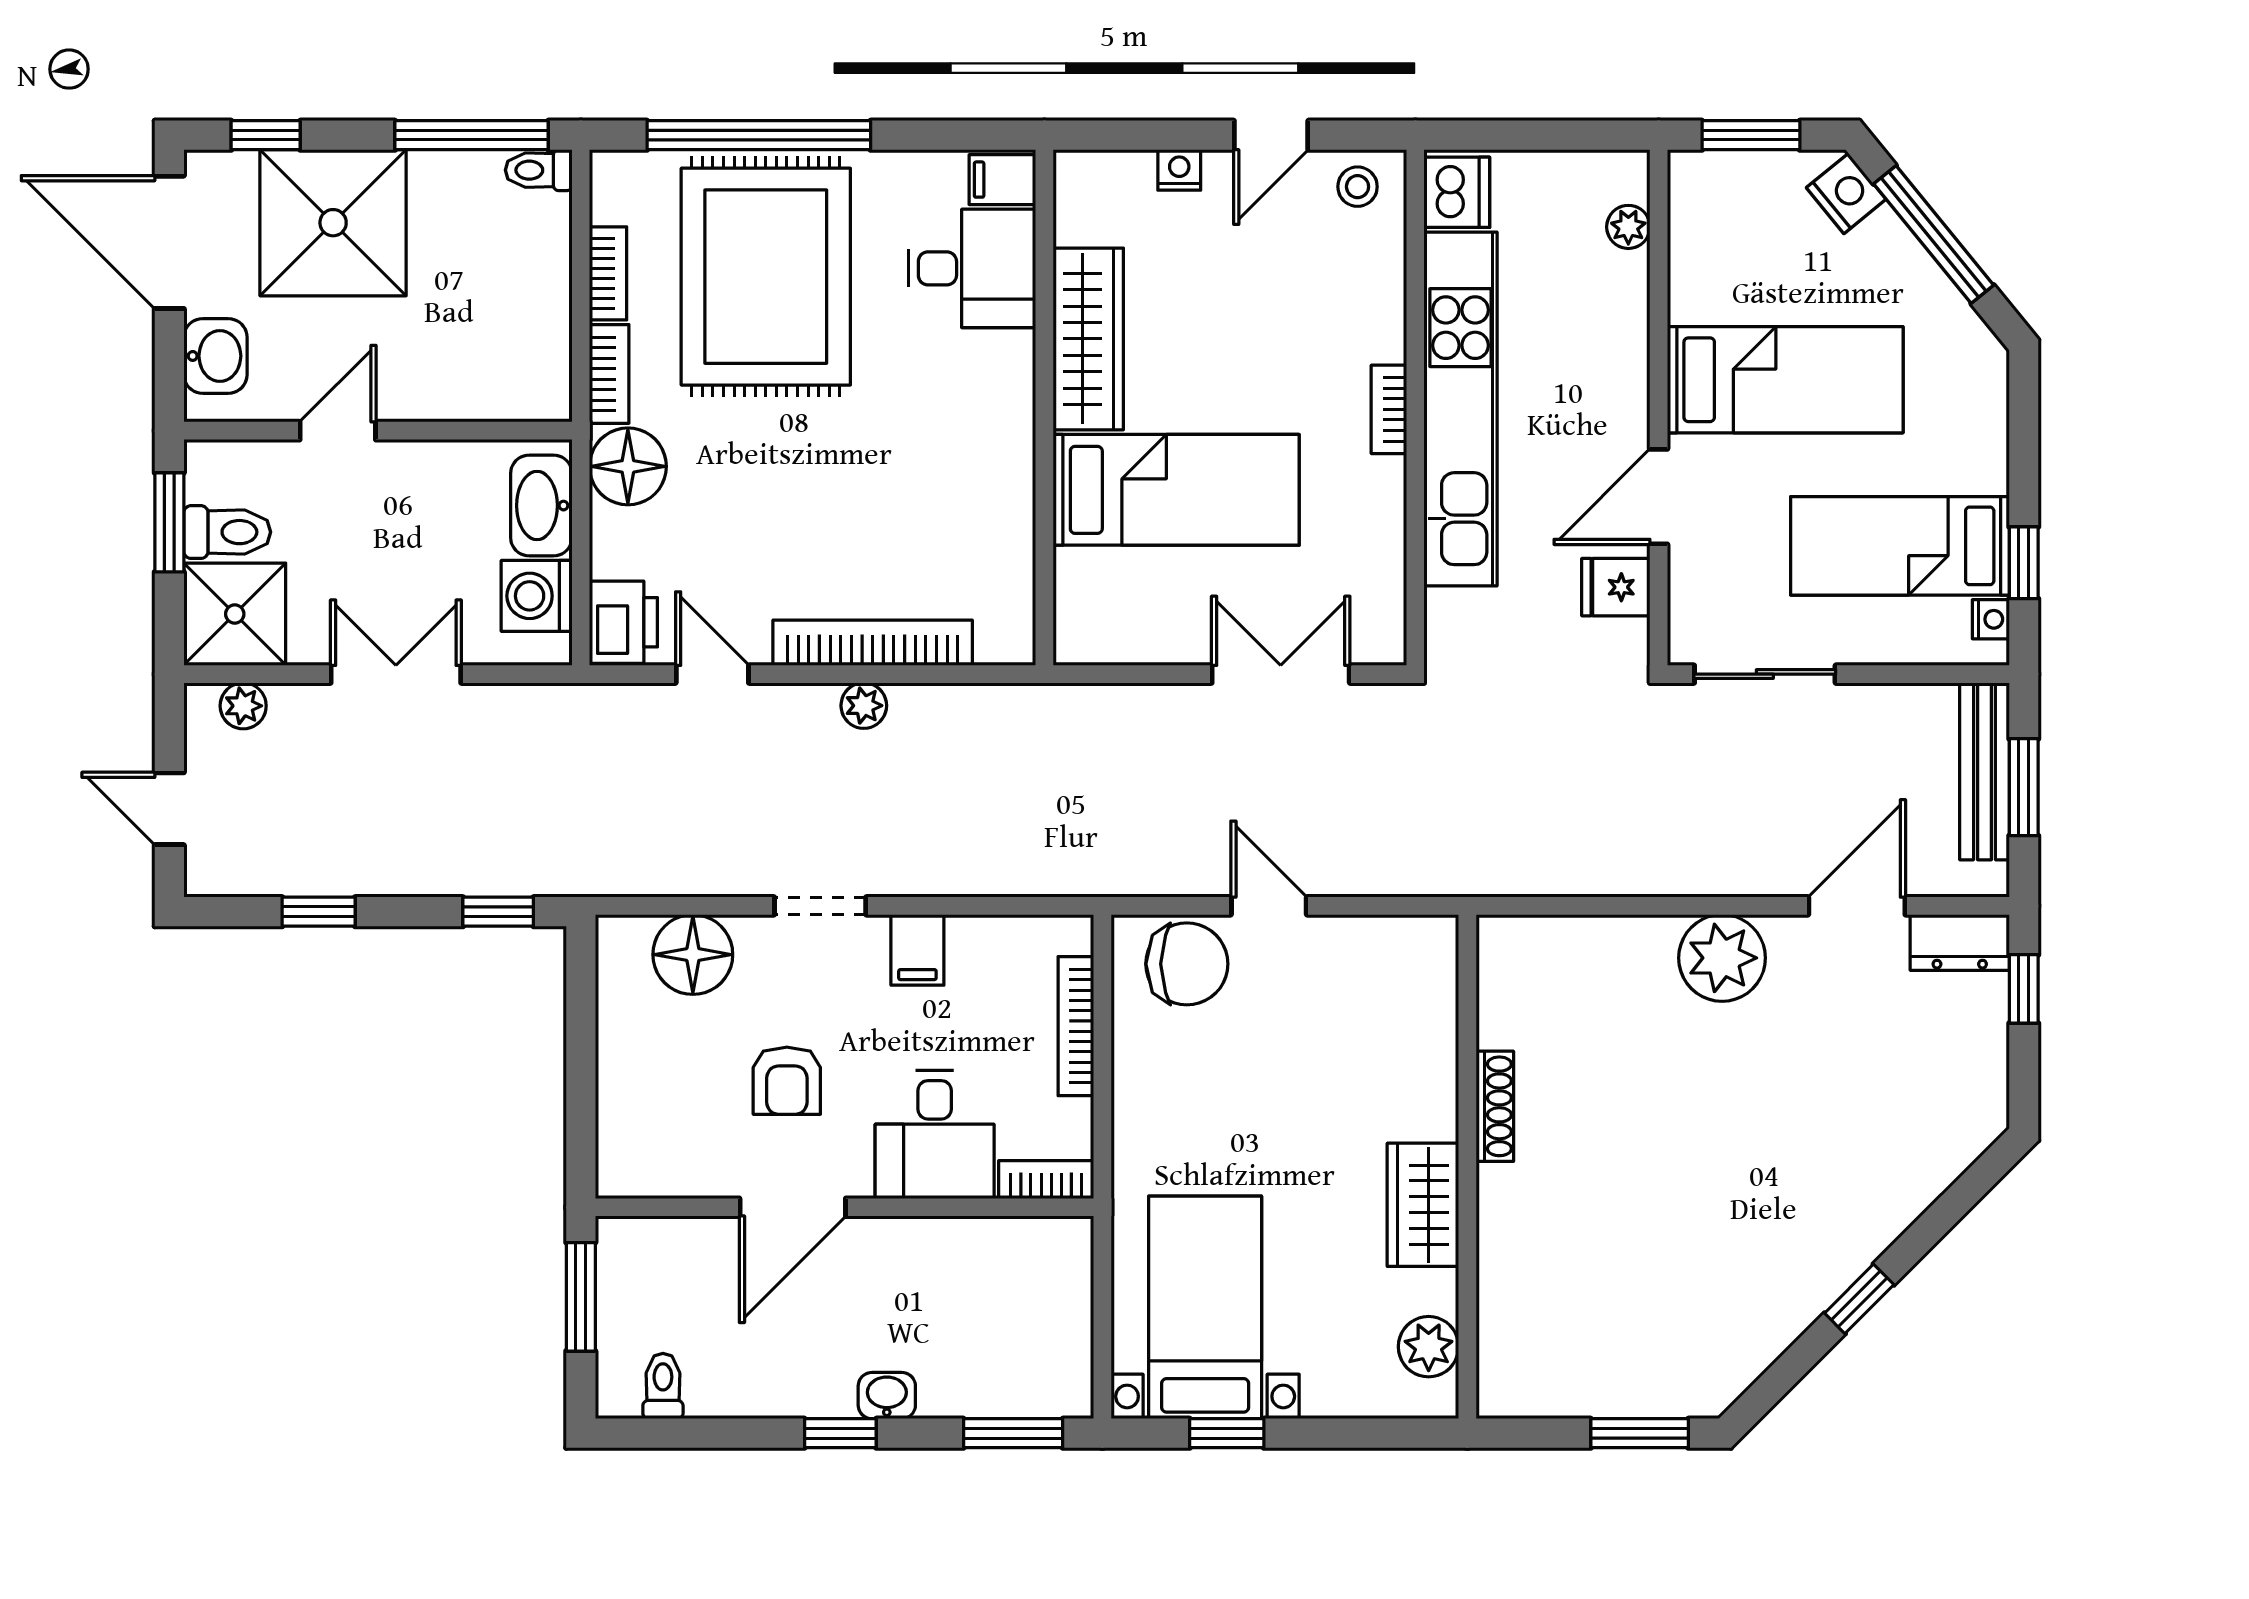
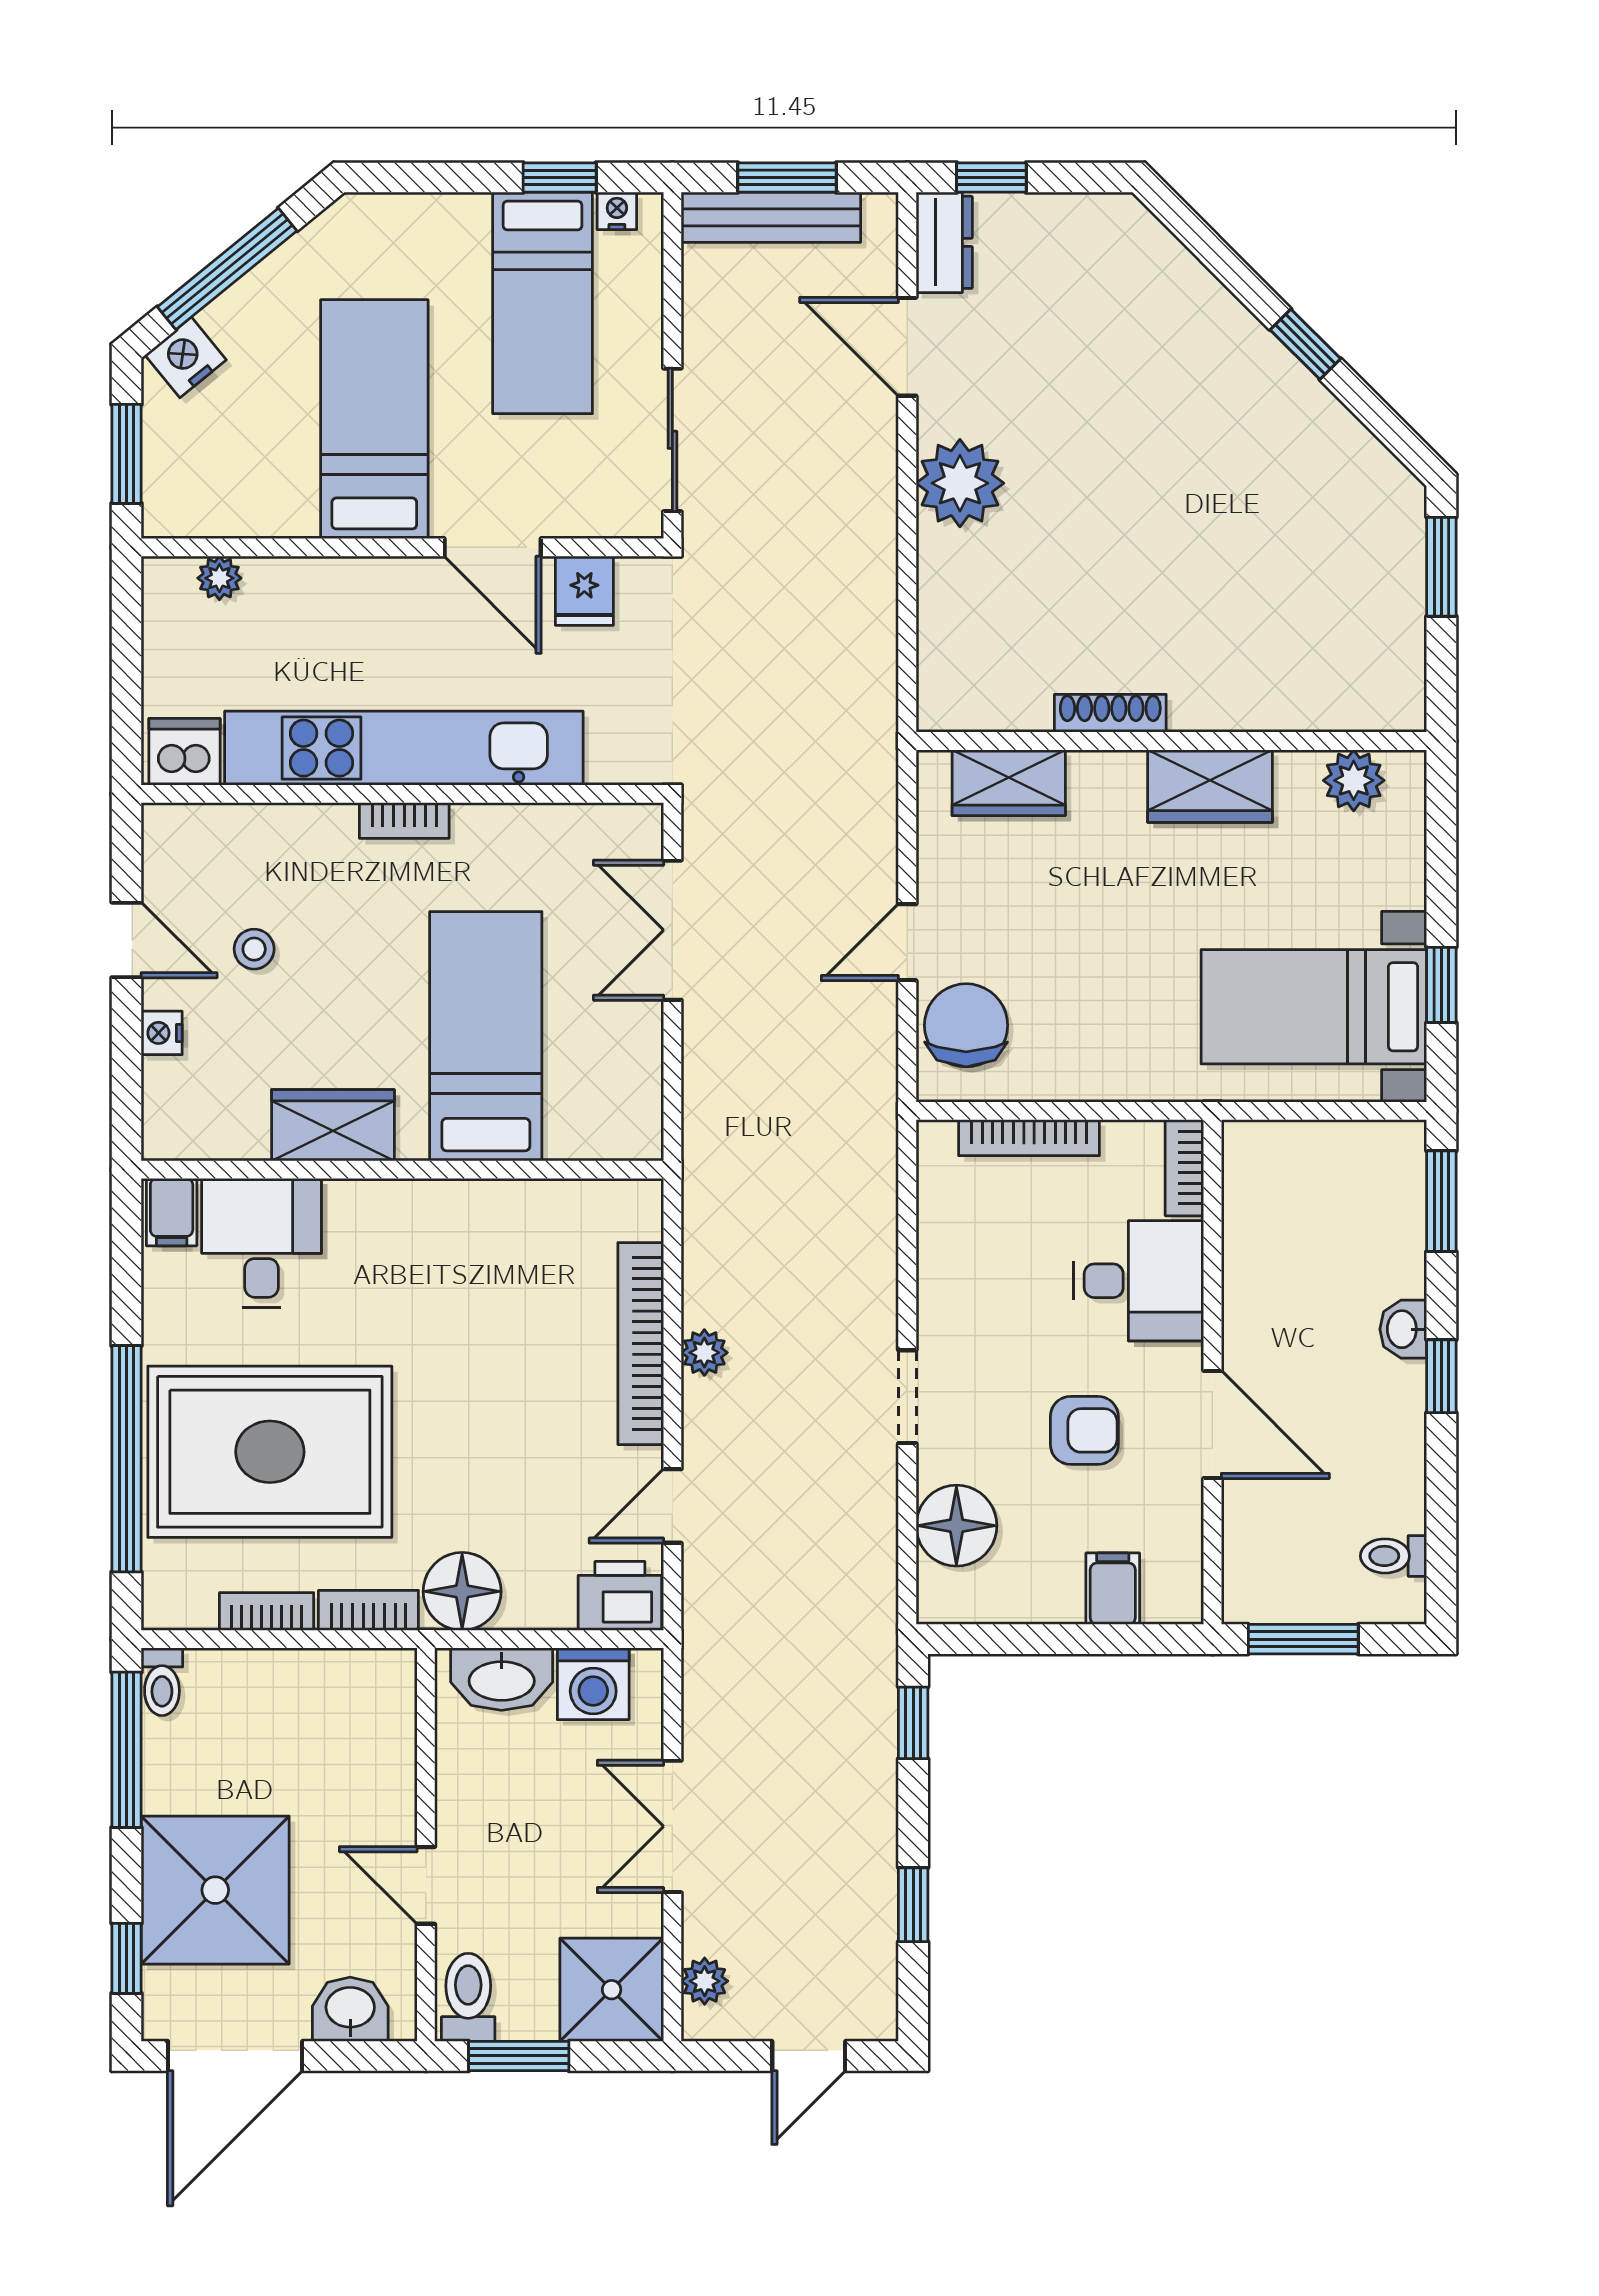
stool: (1358, 187) -> (254, 949), moved
wardrobe: (1088, 339) -> (333, 1125), width x0.67
toilet: (227, 532) -> (468, 1997), moved
filing cabinet: (917, 950) -> (1113, 1589), moved, turned -90
wardrobe: (1426, 1006) -> (1009, 783), added

